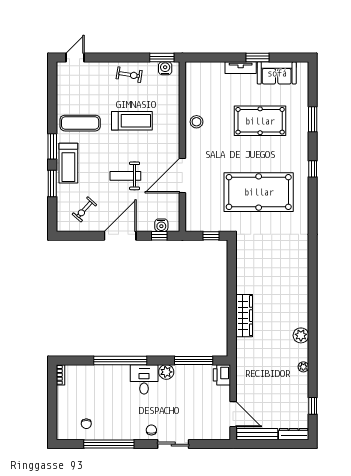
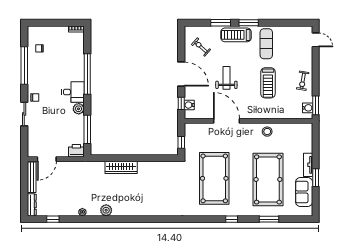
pool table: (260, 121) -> (268, 179), width x1.36, depth x1.32

